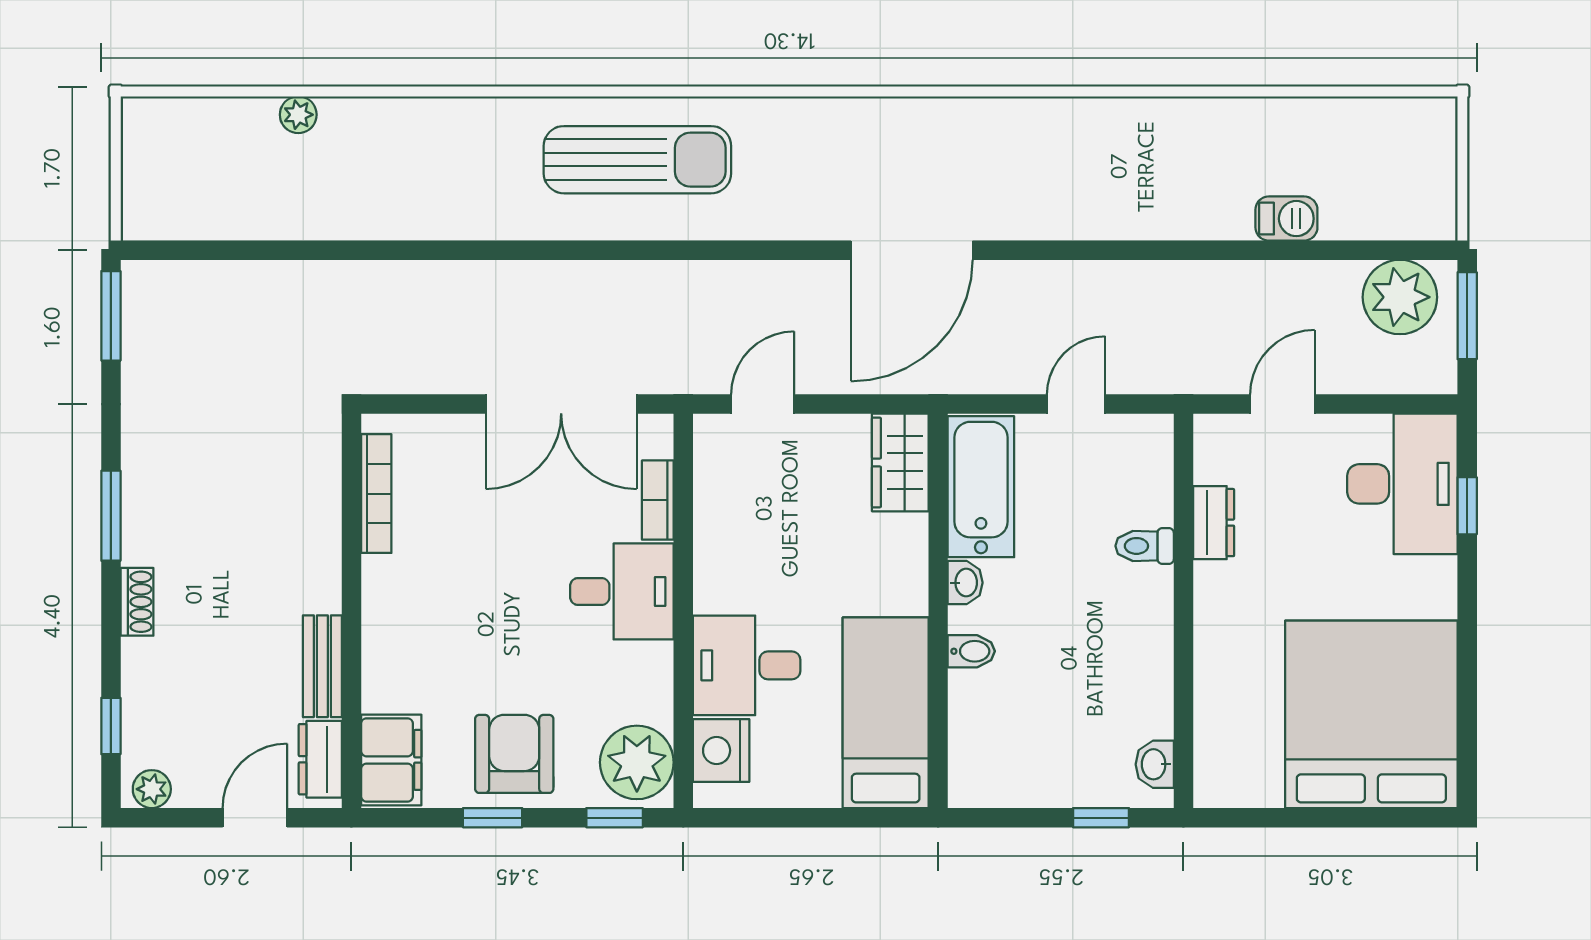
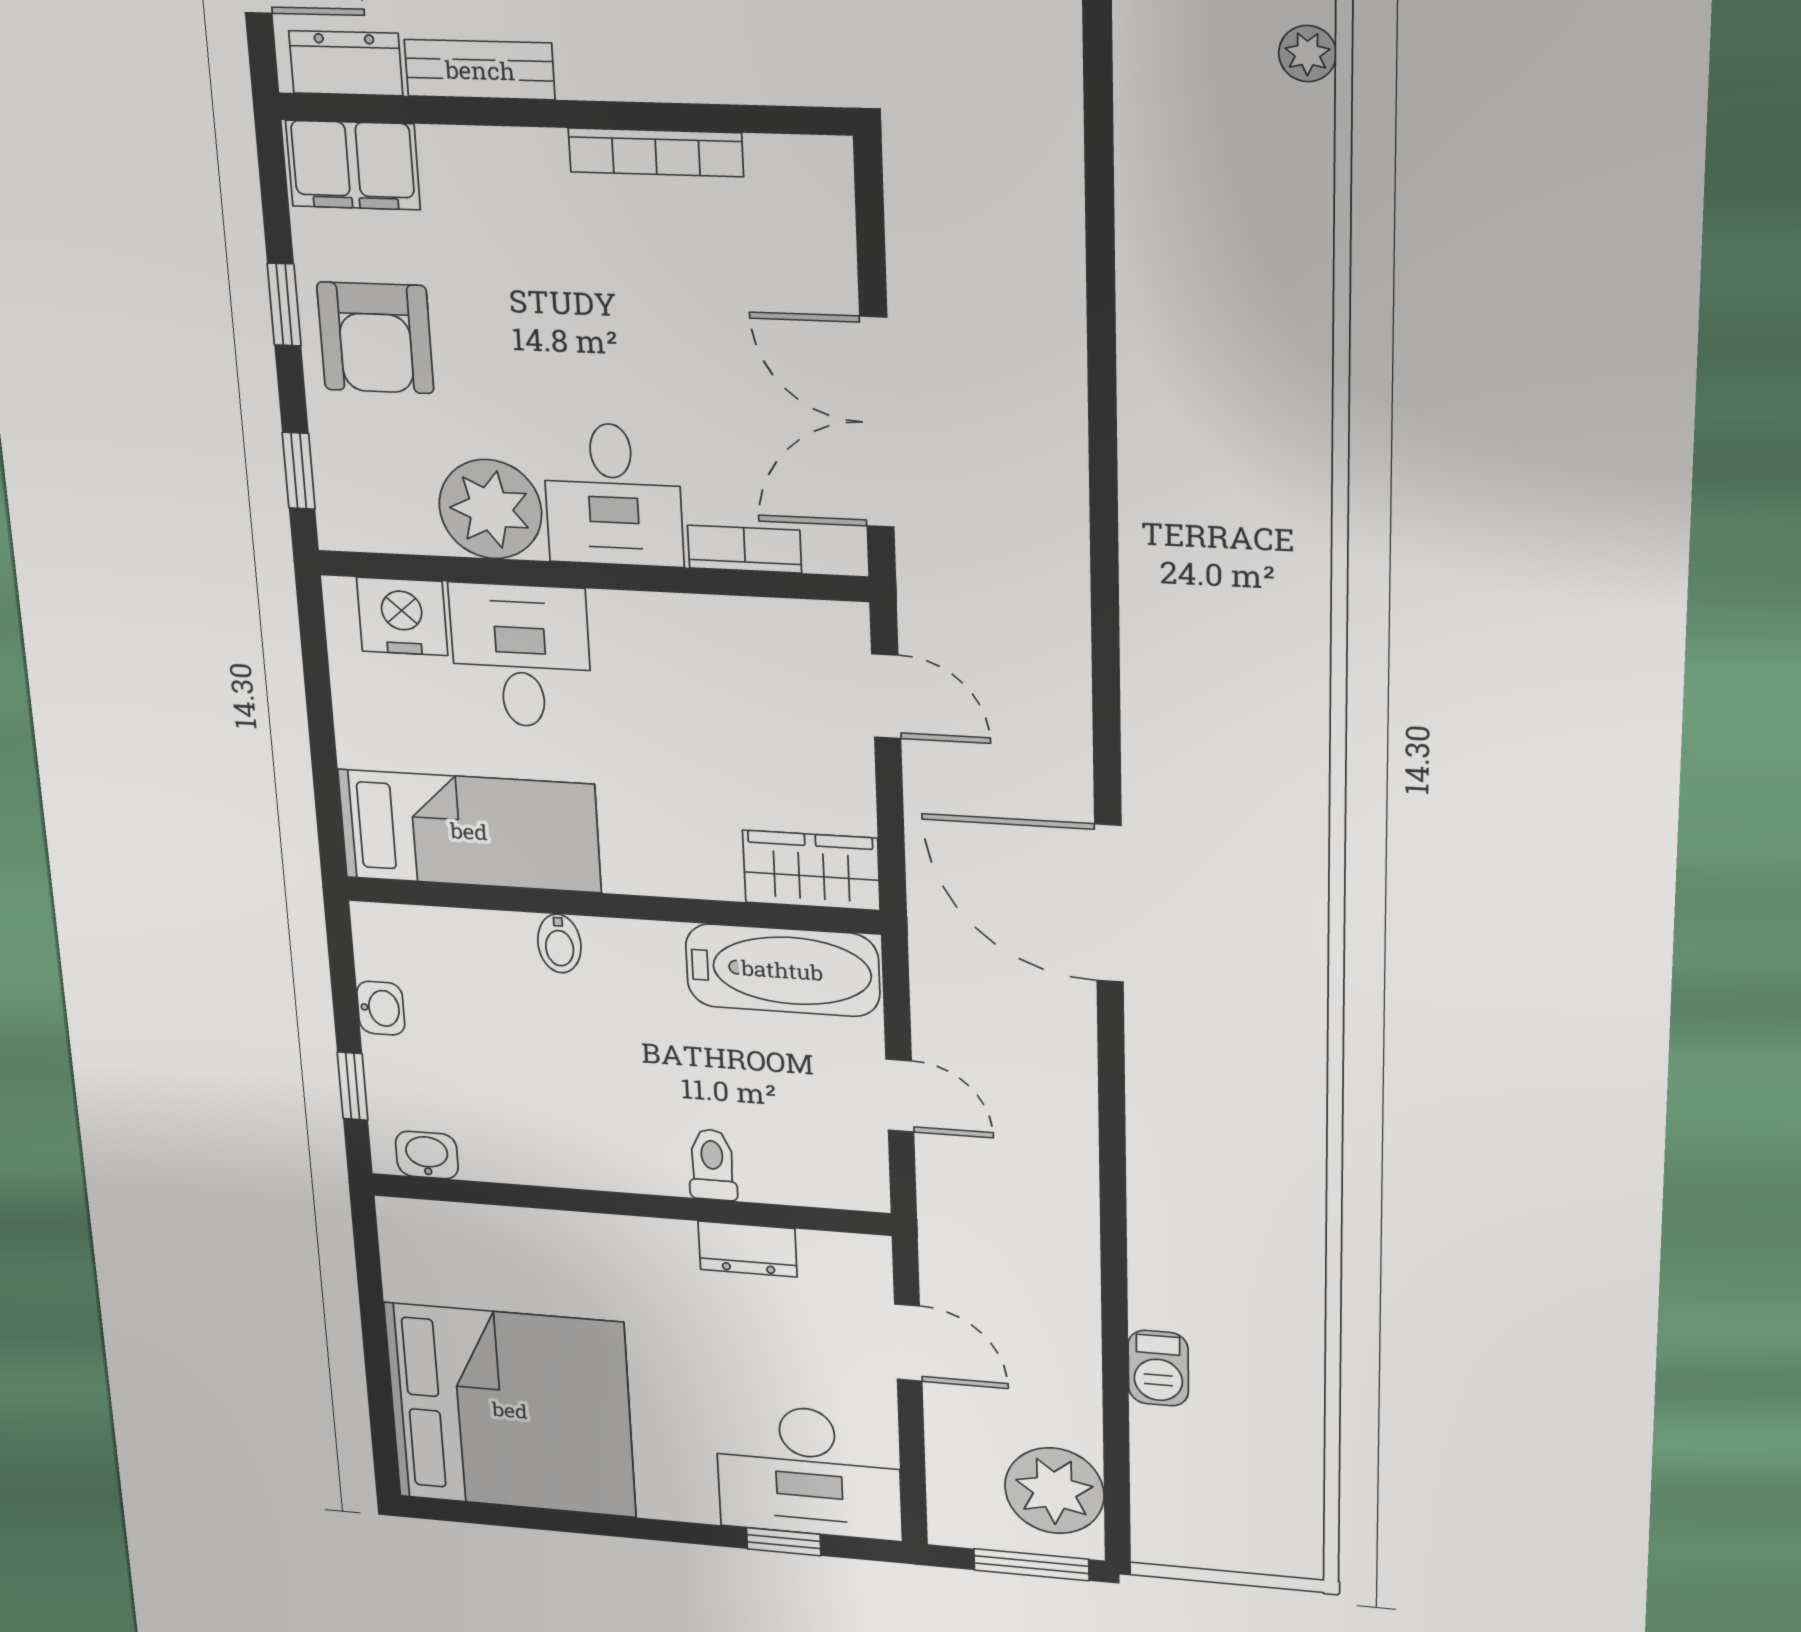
sun lounger: (637, 160) -> (1238, 544), removed
bookcase: (376, 494) -> (656, 152), moved
washbasin: (965, 583) -> (381, 1008), moved, turned -90
armchair: (514, 754) -> (375, 338), turned 90
plant: (637, 762) -> (490, 509), moved

